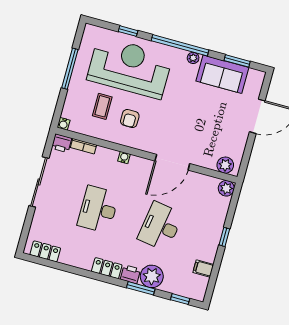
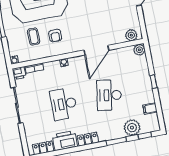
printer: (130, 274) -> (65, 141), moved, width x1.87, depth x1.48
plant: (152, 276) -> (132, 128), moved

